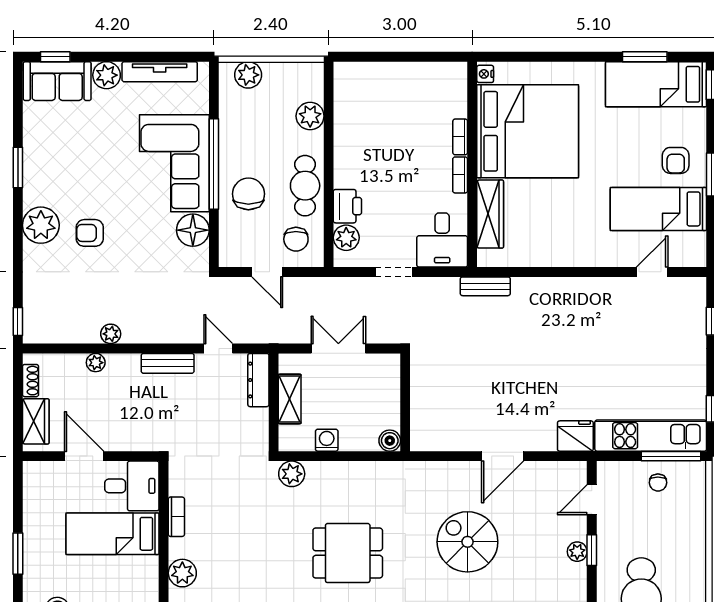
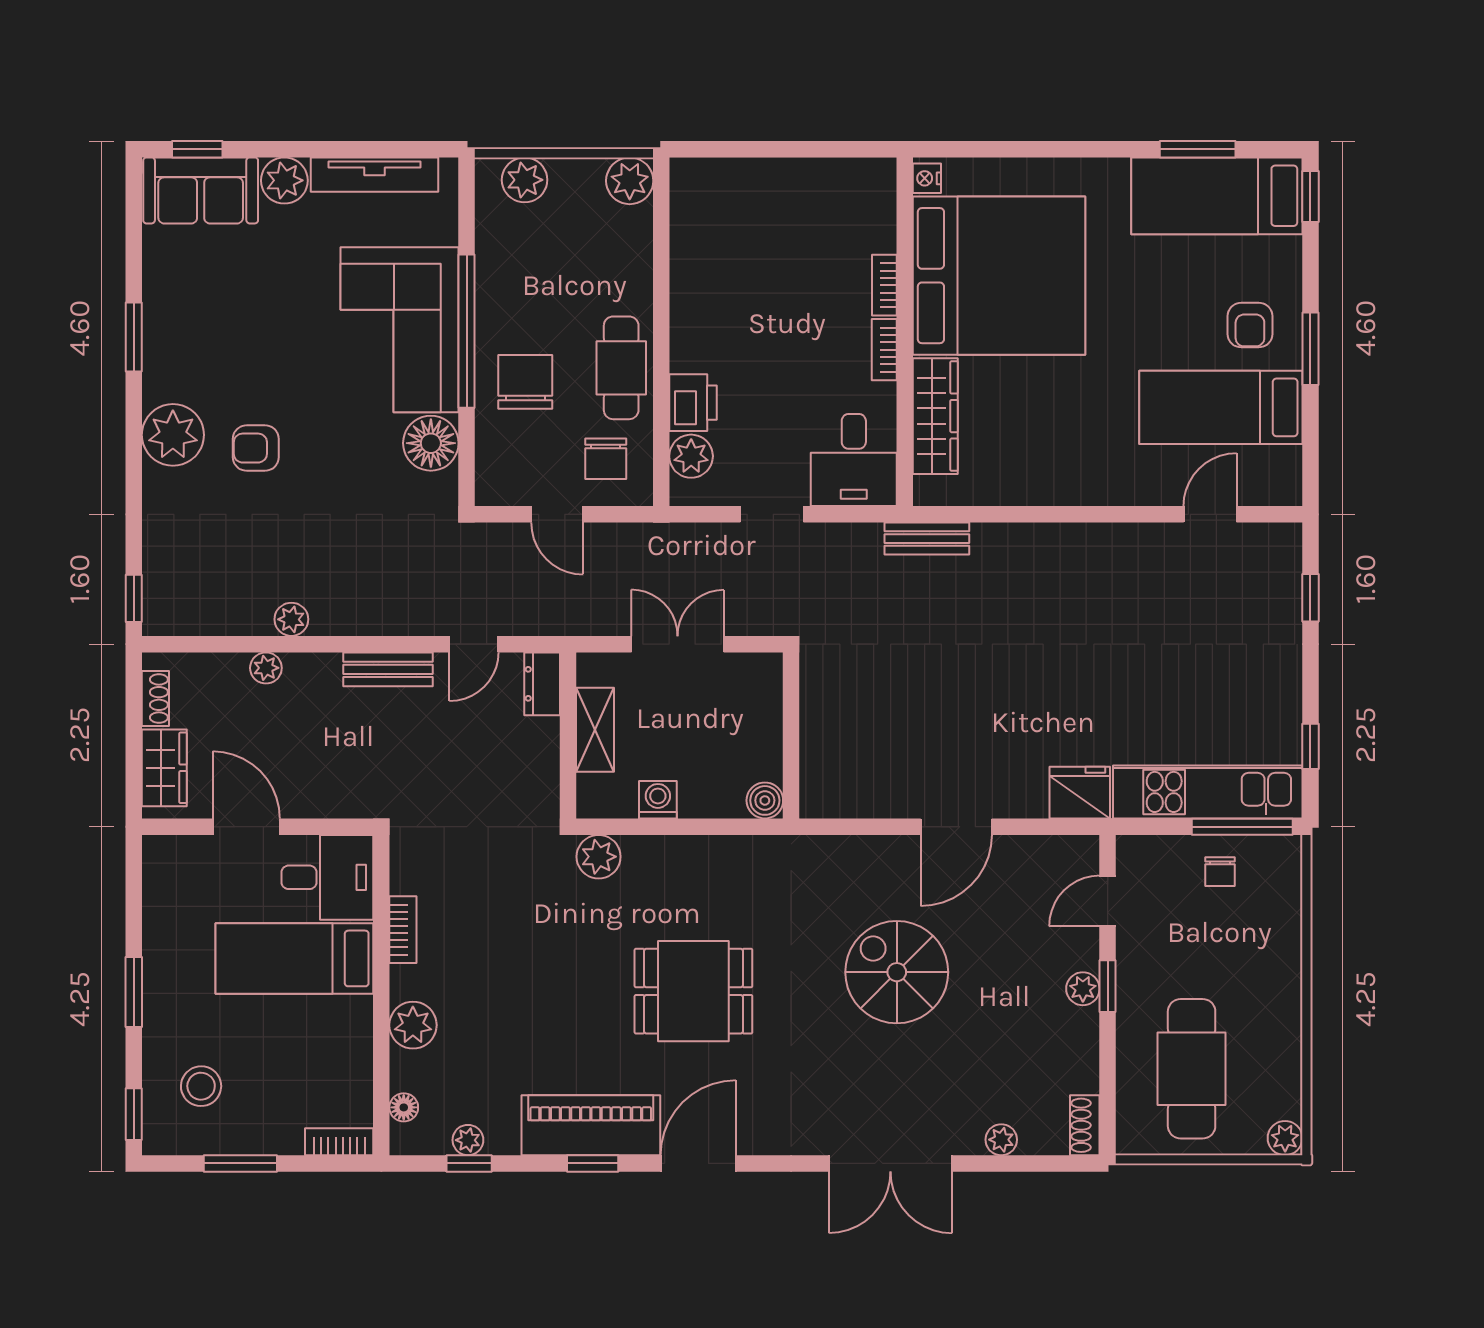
plant: (310, 116) -> (630, 181), moved
door: (218, 349) -> (474, 644), swing flipped
dresser: (258, 380) -> (542, 684), width x0.70

